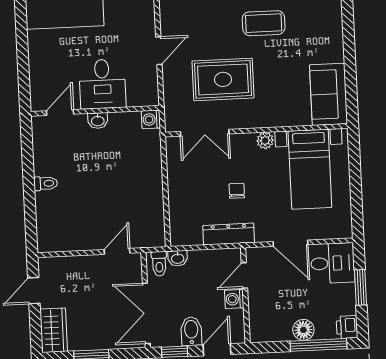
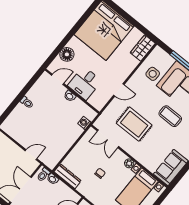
floor lamp: (42, 66) -> (67, 54), added
washing machine: (151, 119) -> (84, 123), moved
dresser: (229, 234) -> (68, 176), moved

